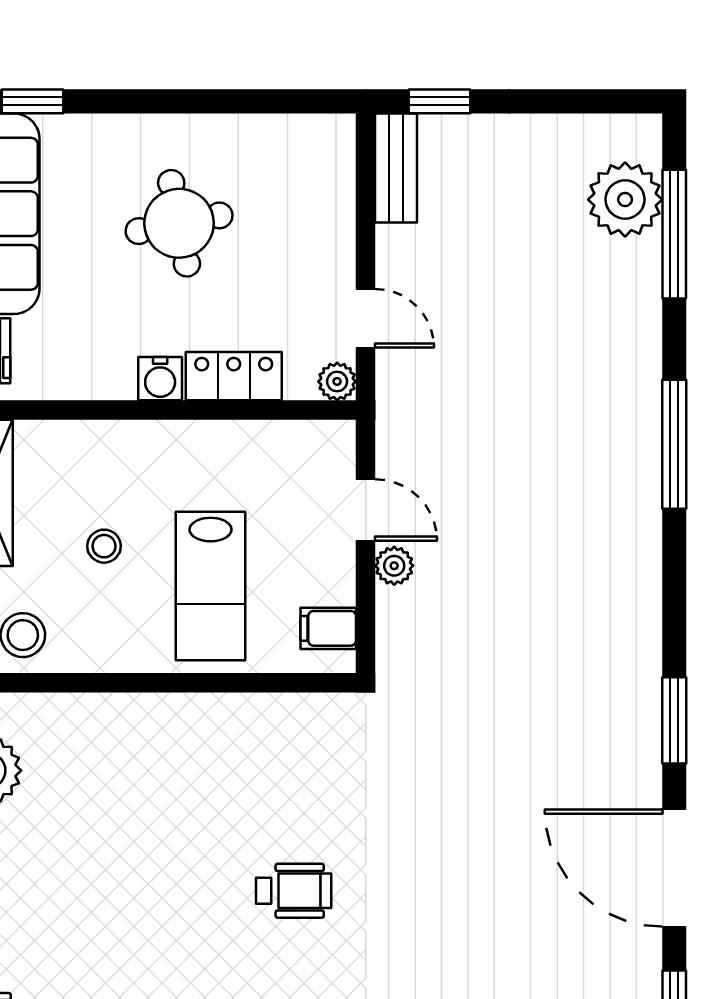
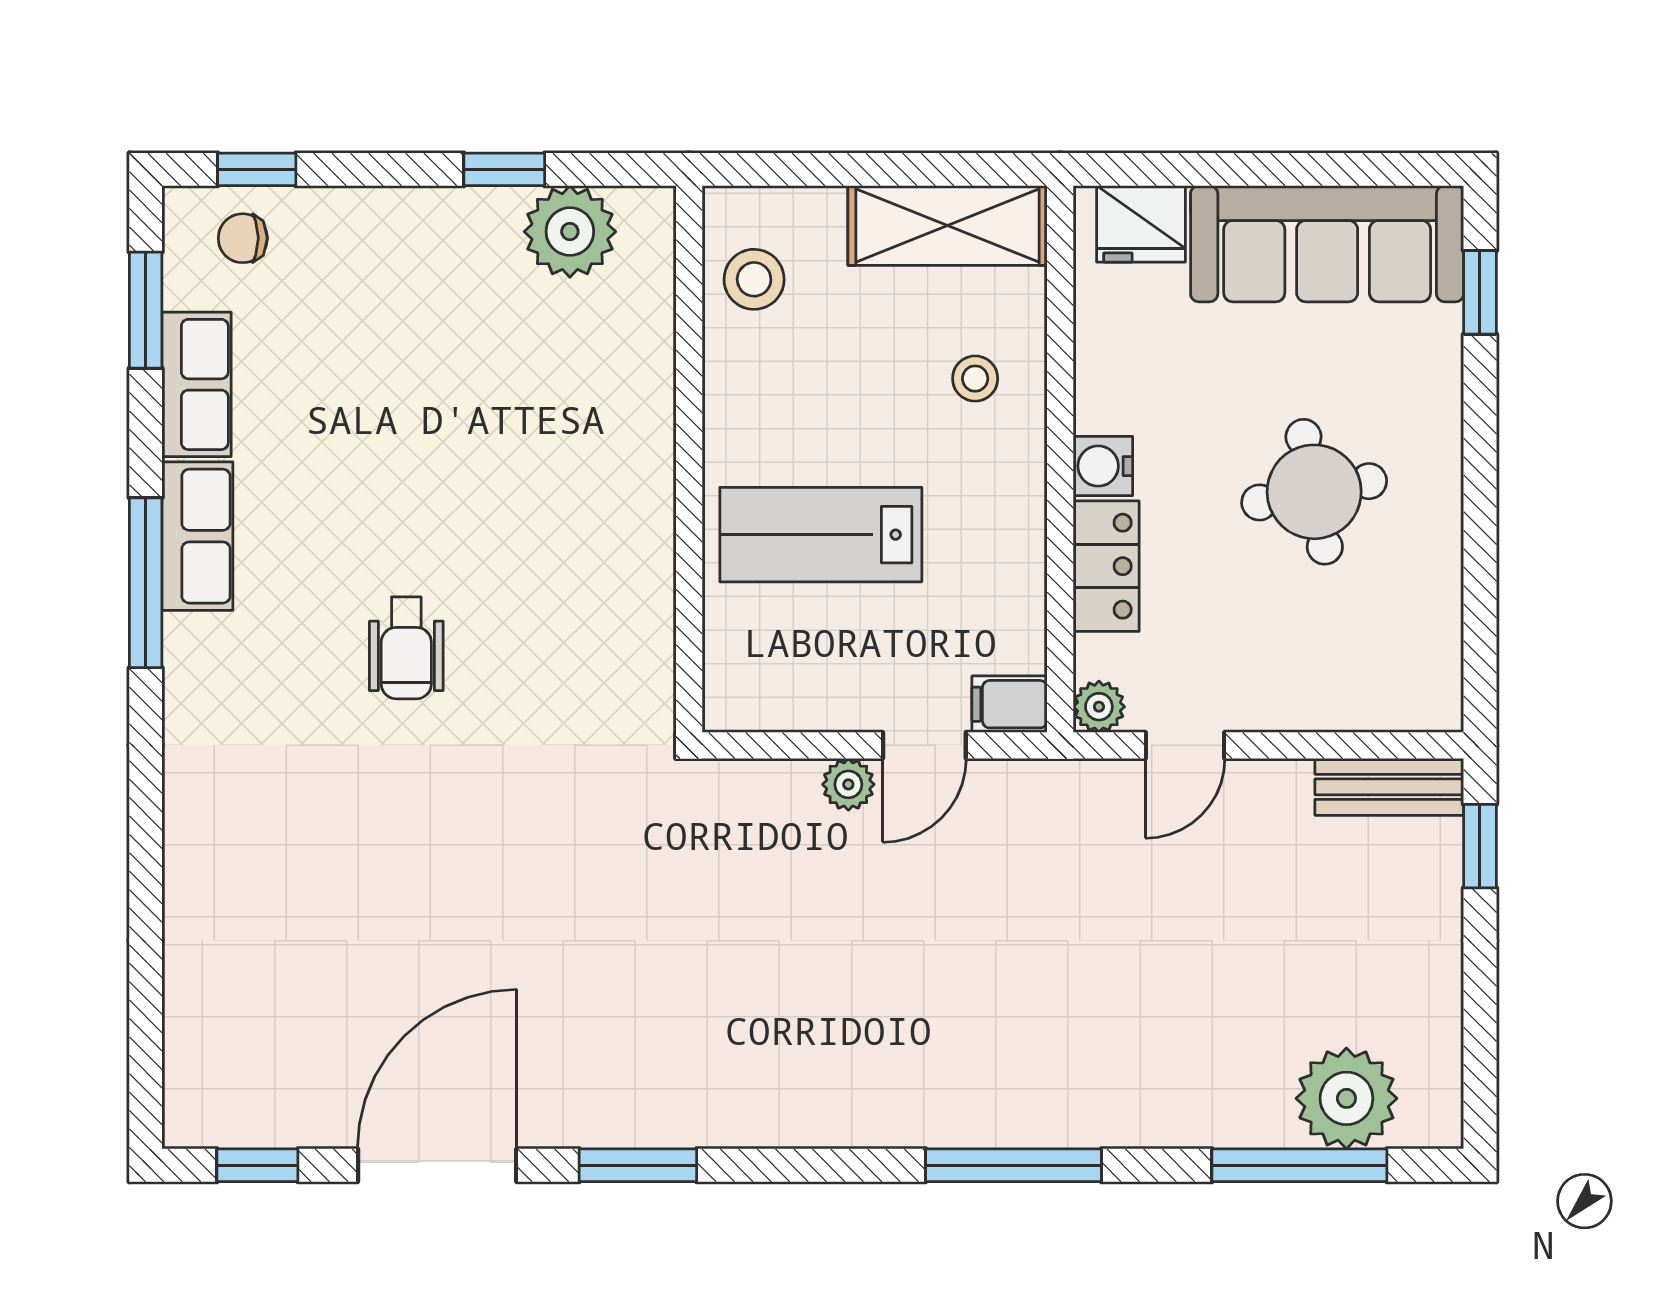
stool: (104, 546) -> (975, 379), moved
filing cabinet: (328, 628) -> (1010, 704), moved, turned -90

